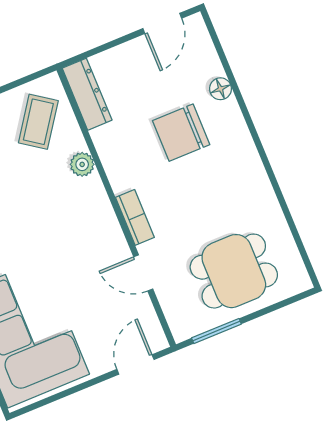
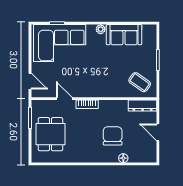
door: (162, 23) -> (158, 132), moved
plant: (82, 164) -> (116, 92), removed
door: (143, 273) -> (64, 99), hinge flipped

